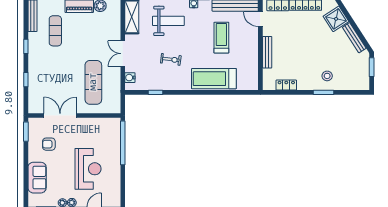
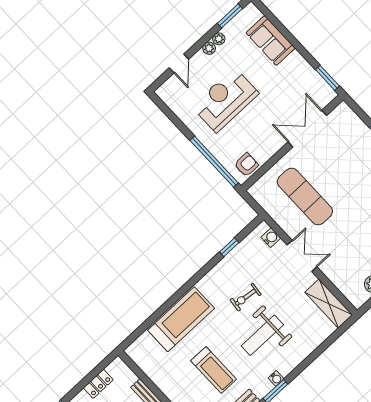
weight bench: (168, 21) -> (262, 335), moved
double door: (60, 116) -> (307, 129), swing flipped
armchair: (49, 144) -> (246, 165), moved
reception desk: (88, 169) -> (225, 100), turned 90

